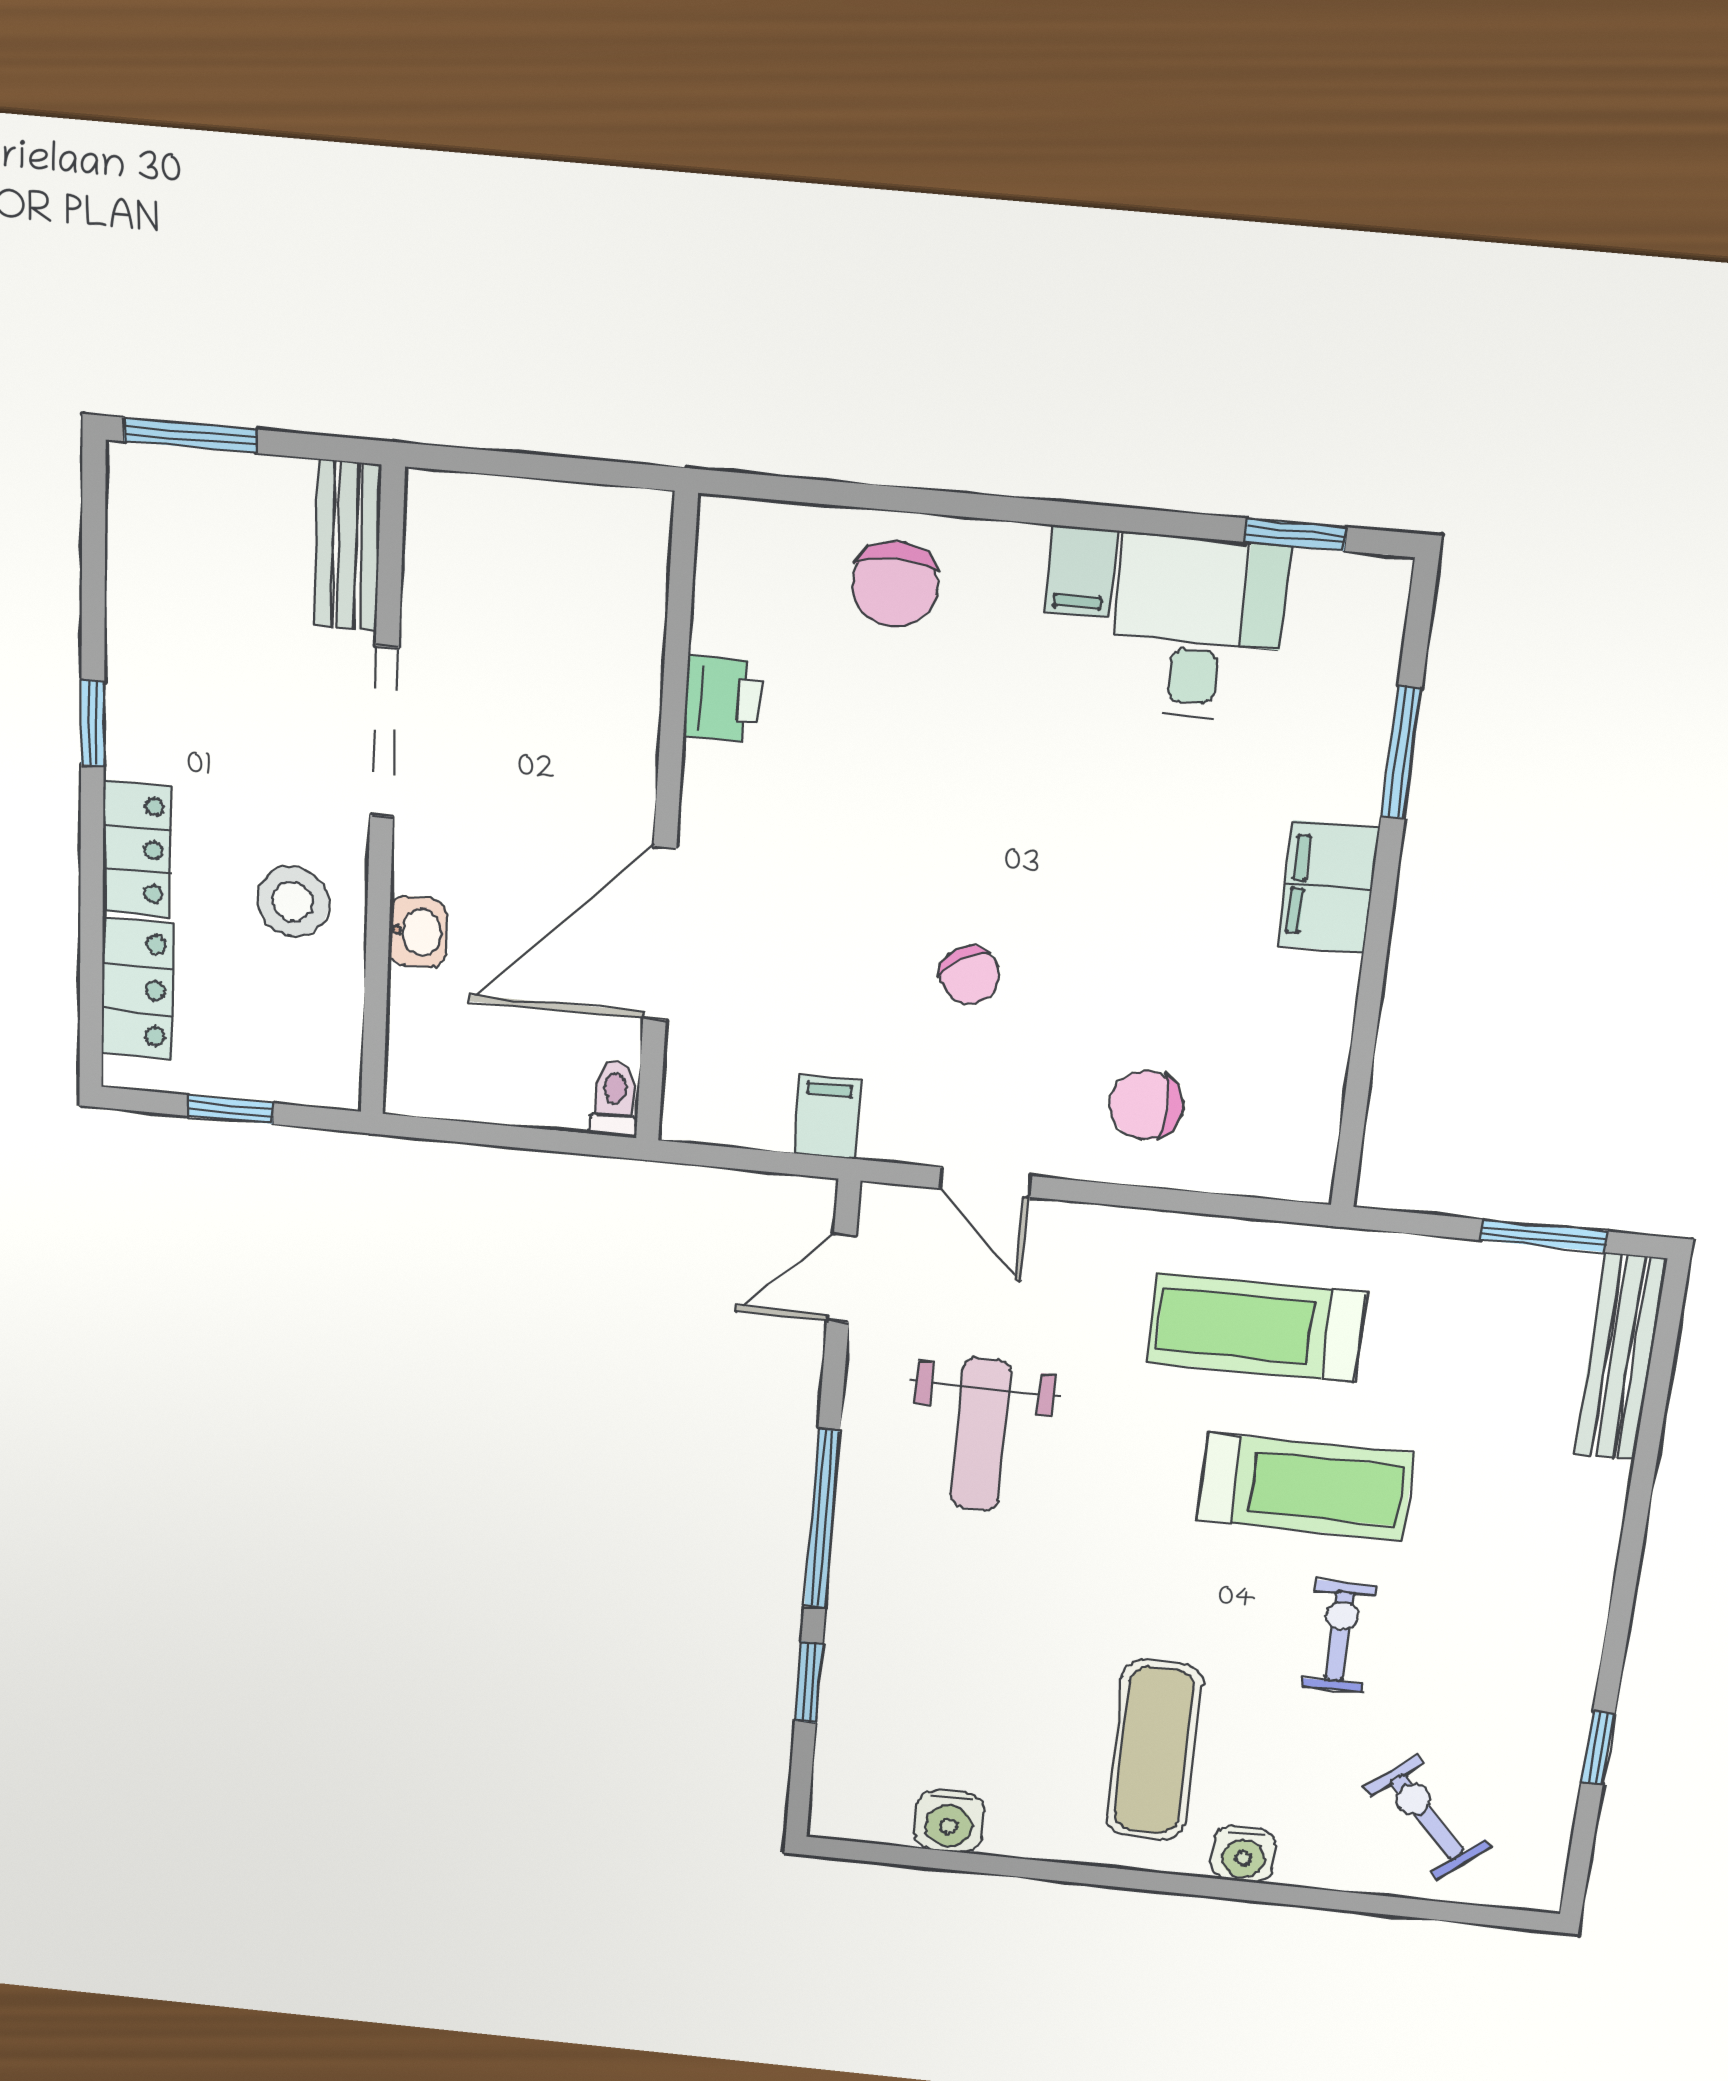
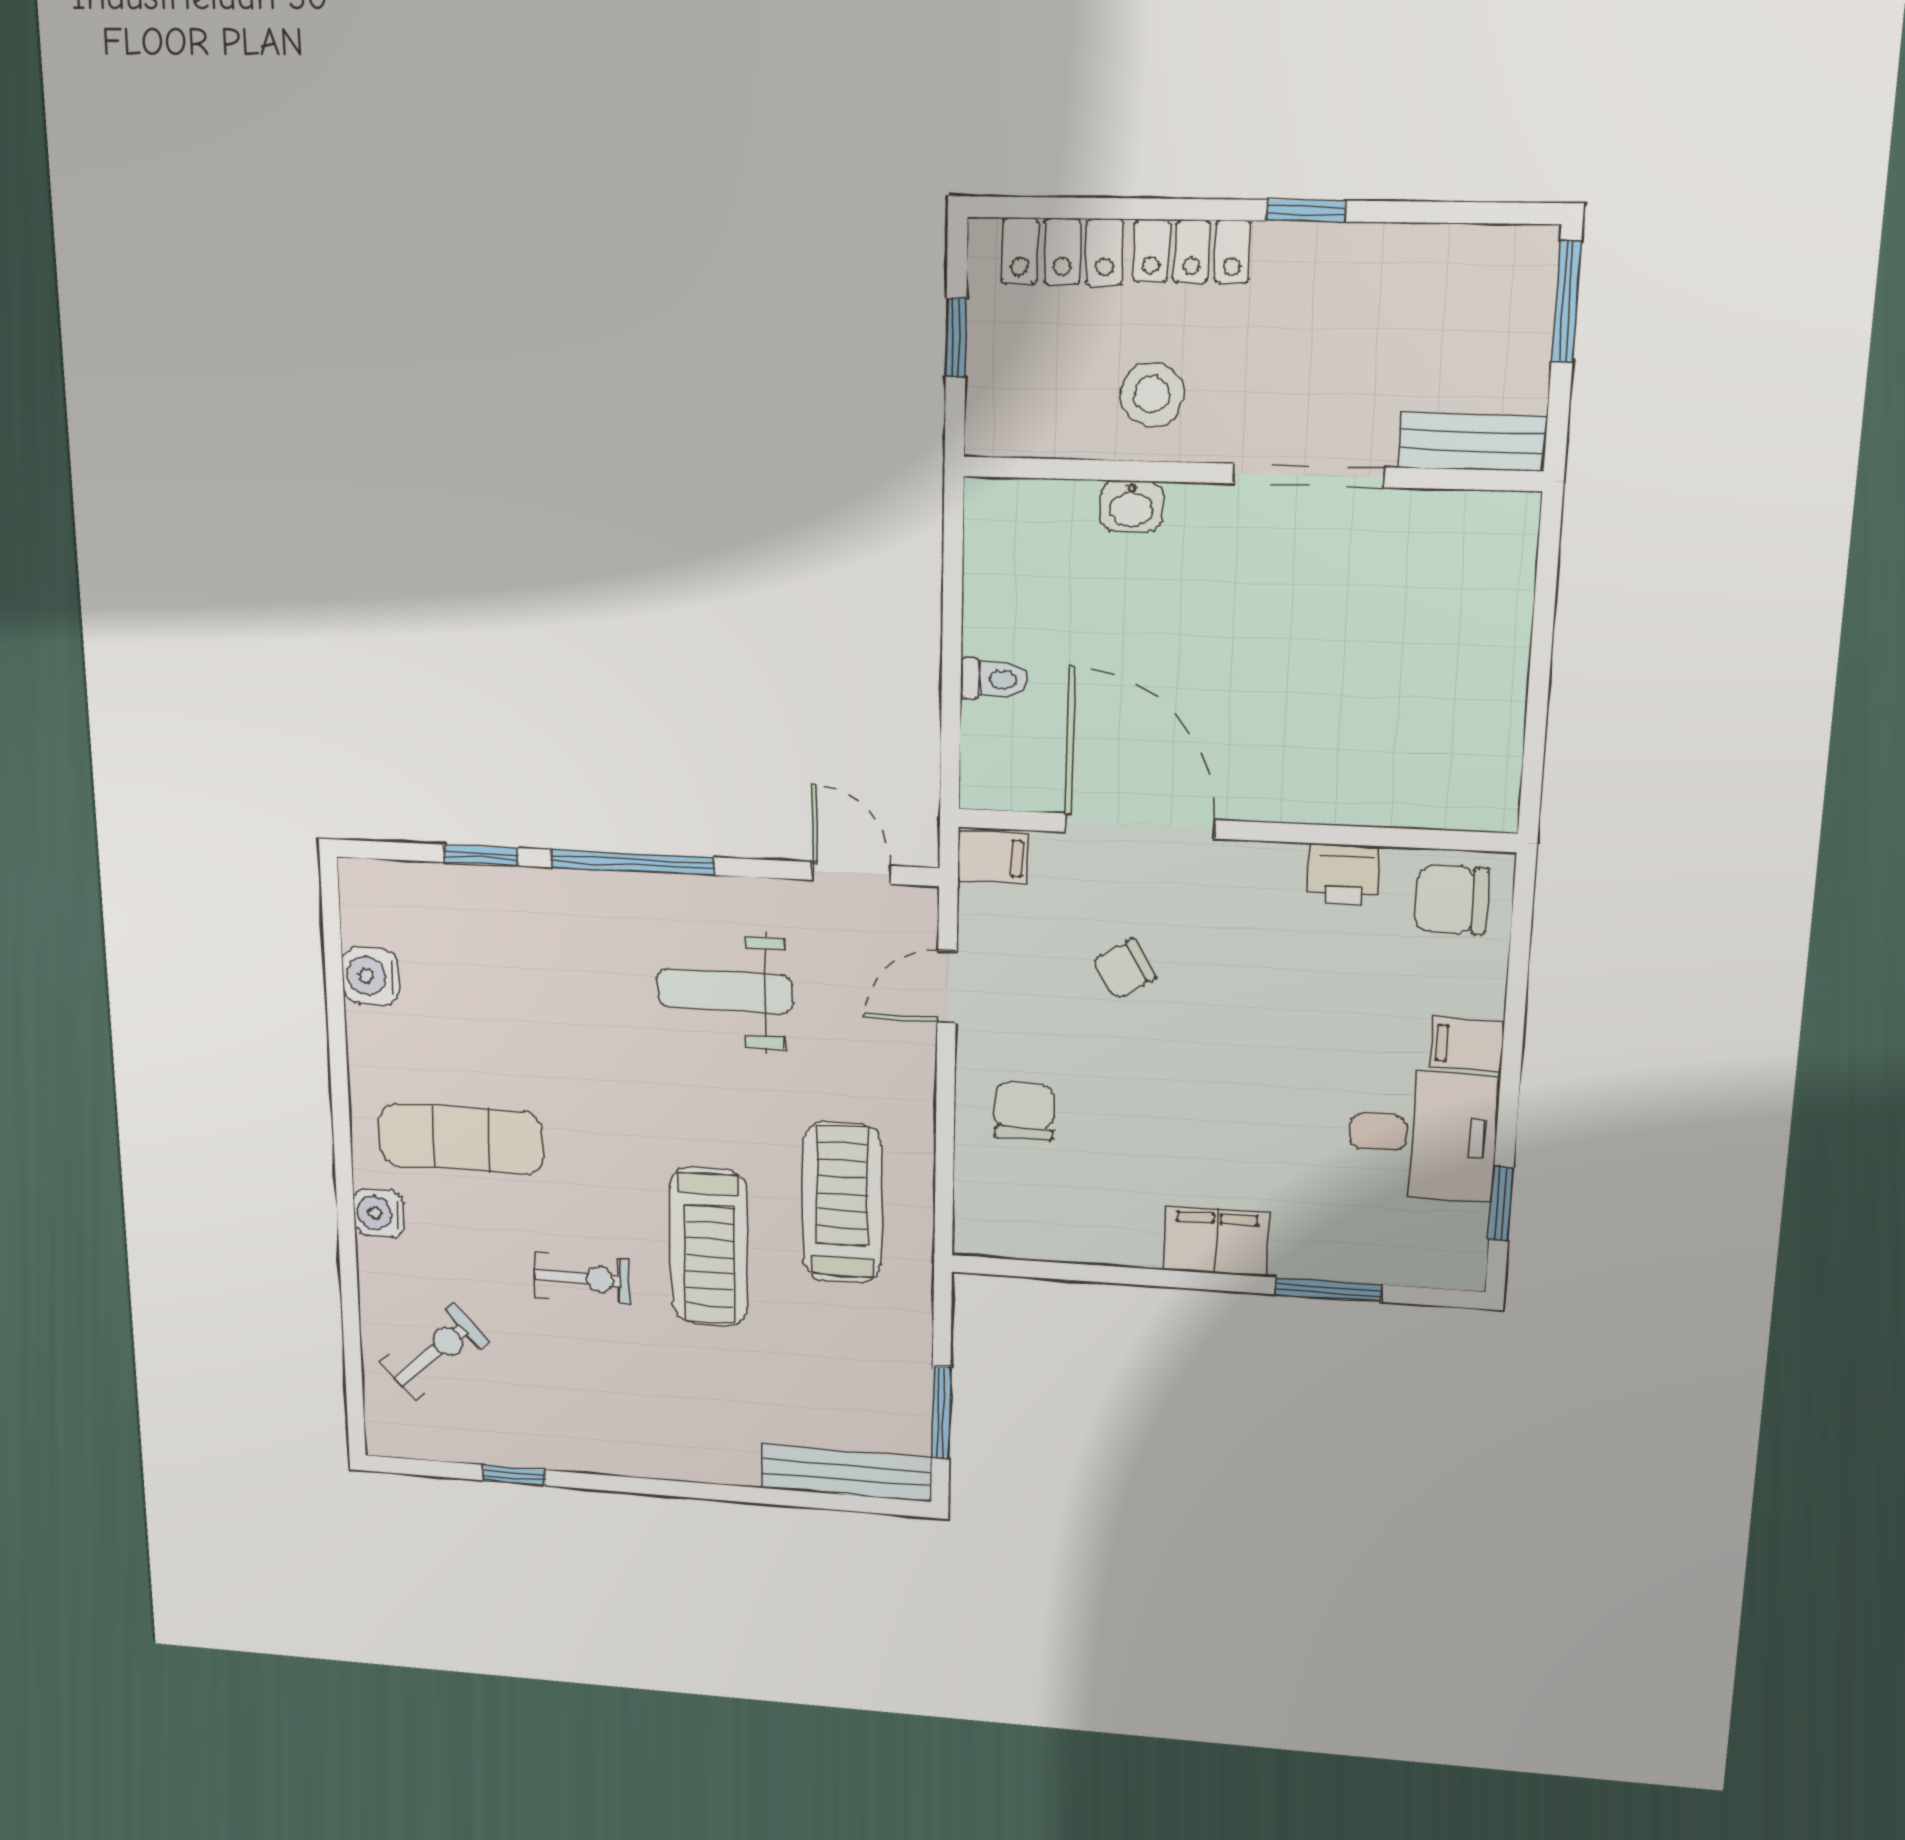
printer: (723, 699) -> (1344, 875), moved
wall: (666, 826) -> (1234, 830), moved
door: (660, 934) -> (1140, 826), moved

